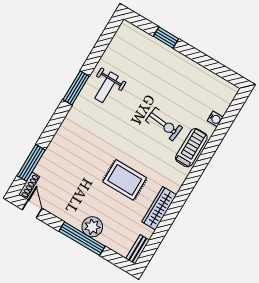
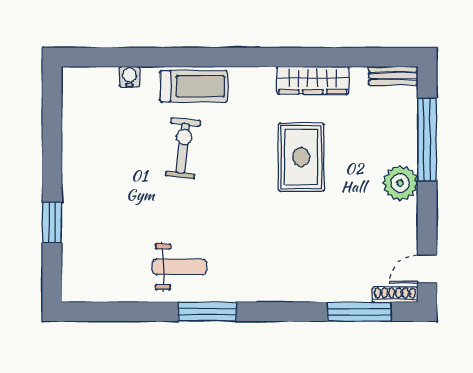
treadmill: (191, 148) -> (194, 86), turned 180
plant: (92, 227) -> (400, 183), moved
window: (82, 239) -> (427, 140), moved

